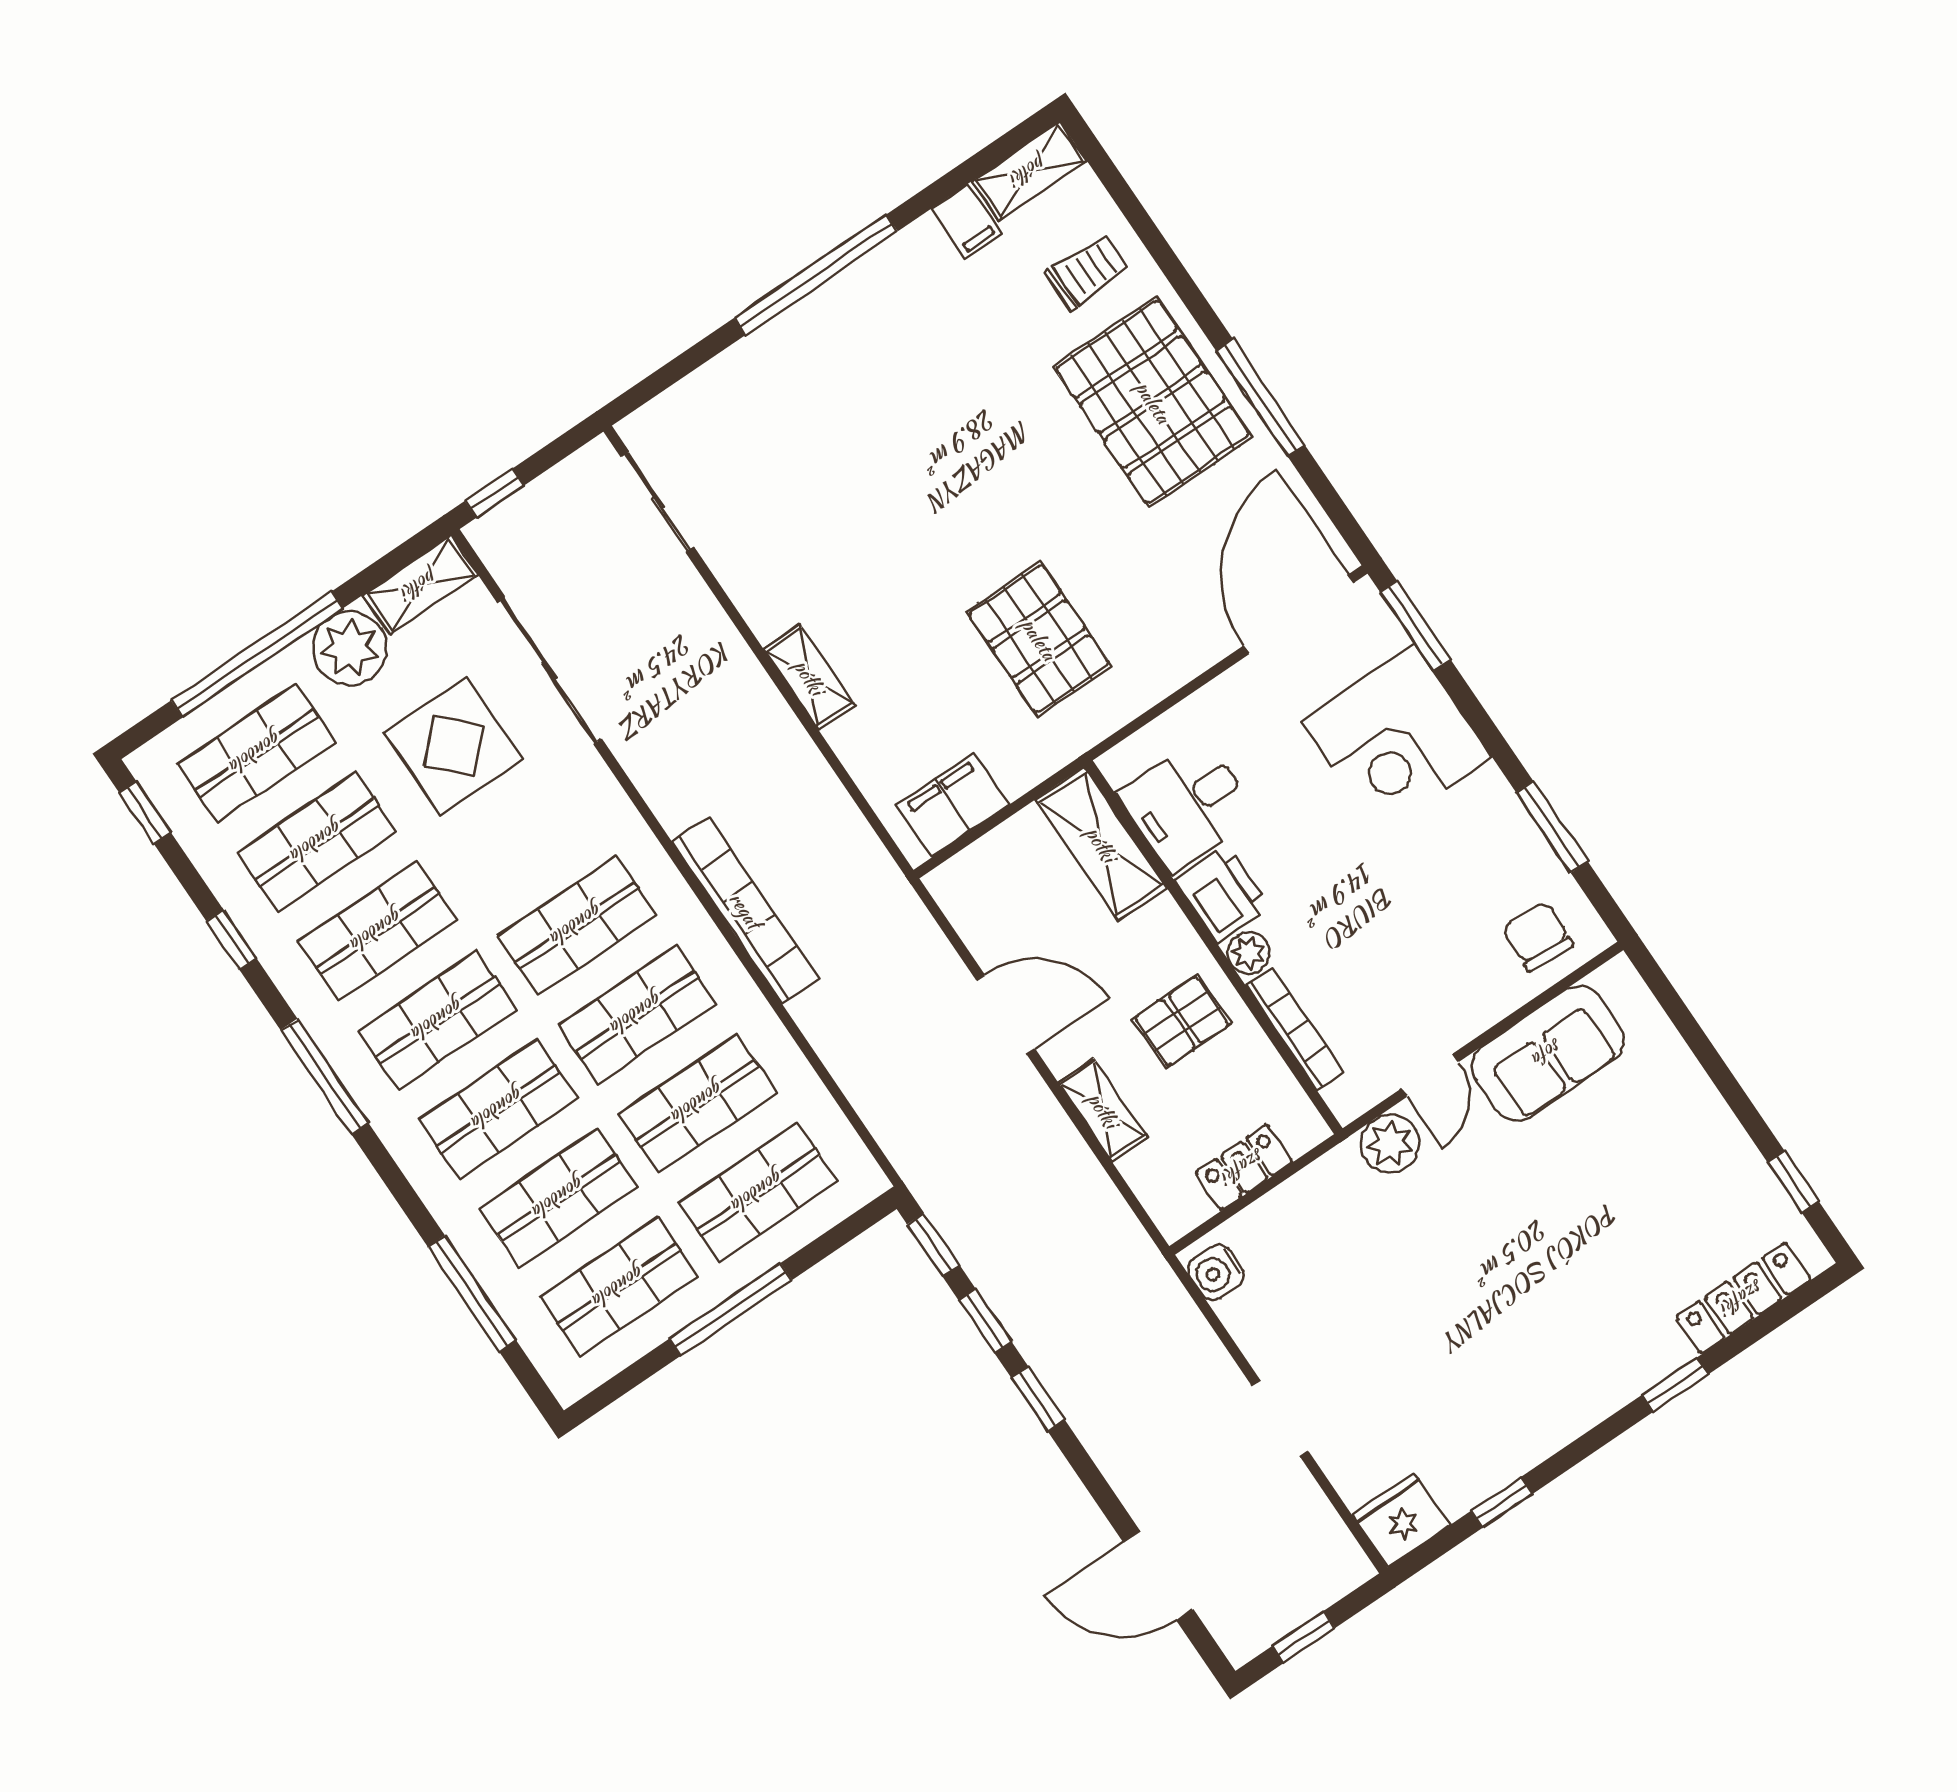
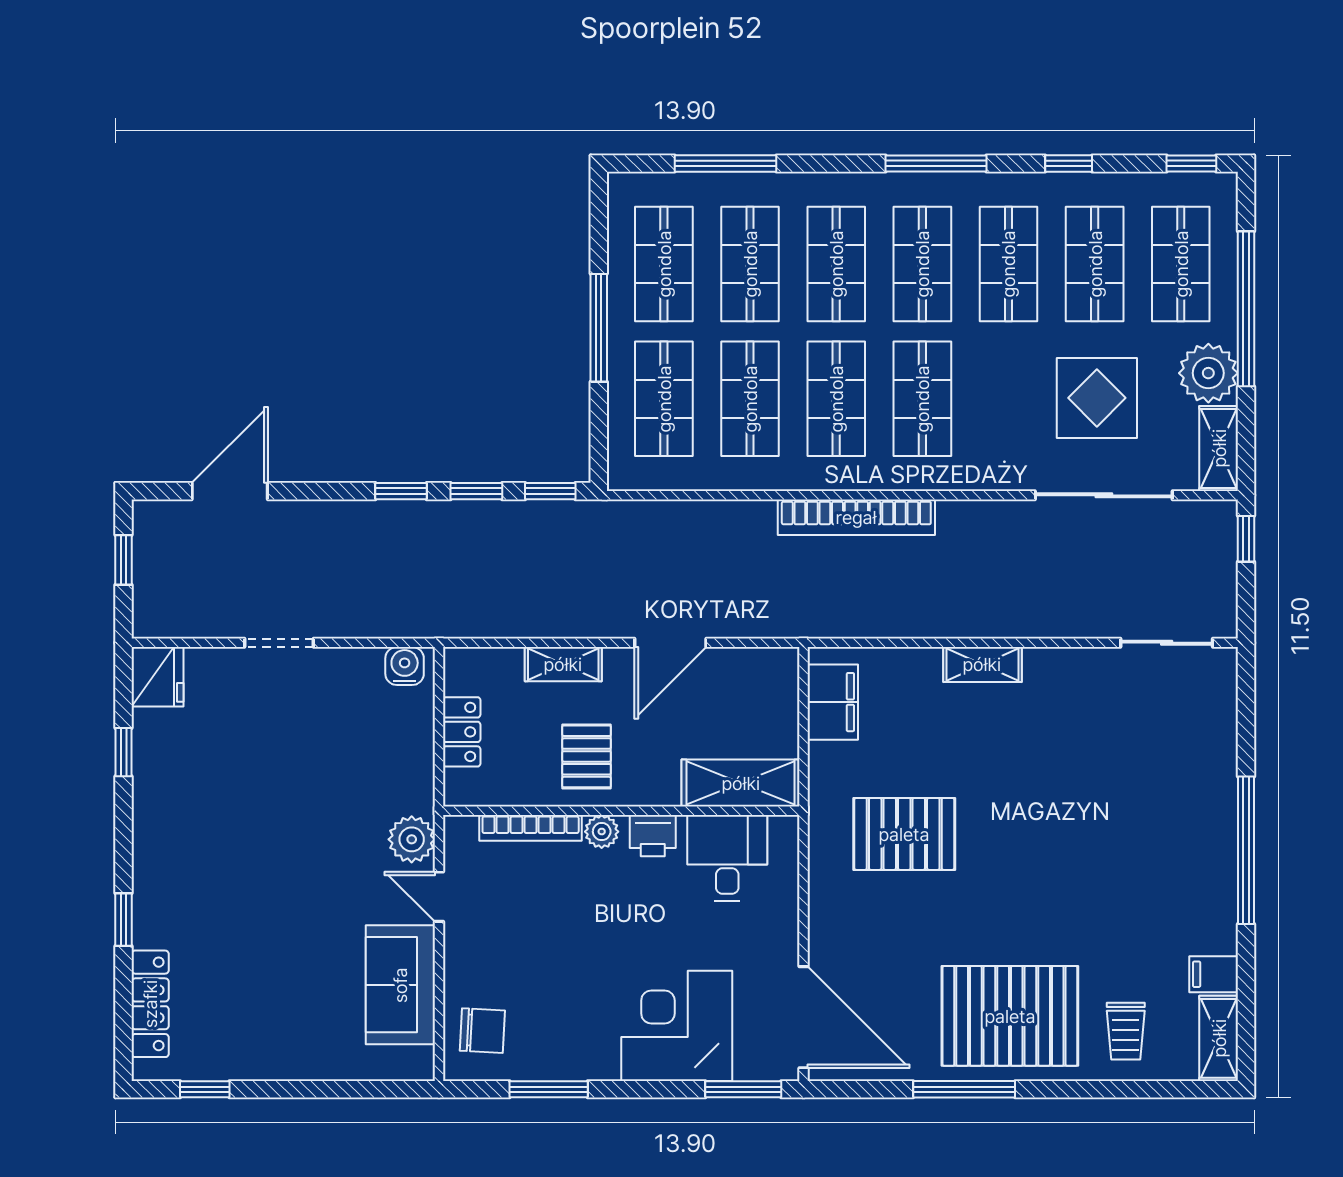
printer: (1222, 894) -> (653, 836), width x0.73, depth x0.81

